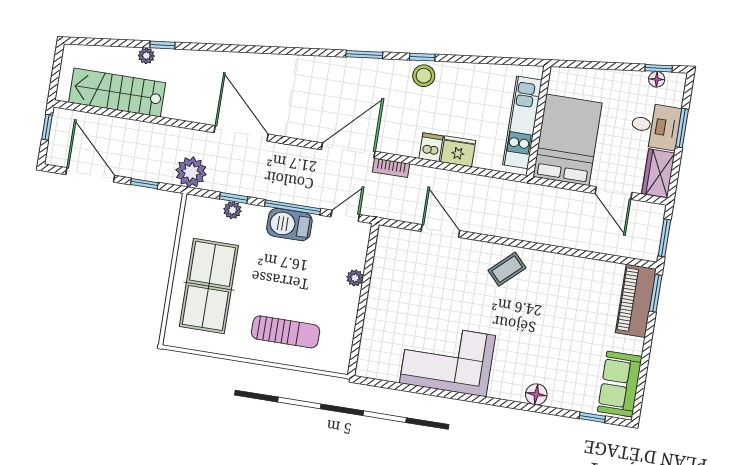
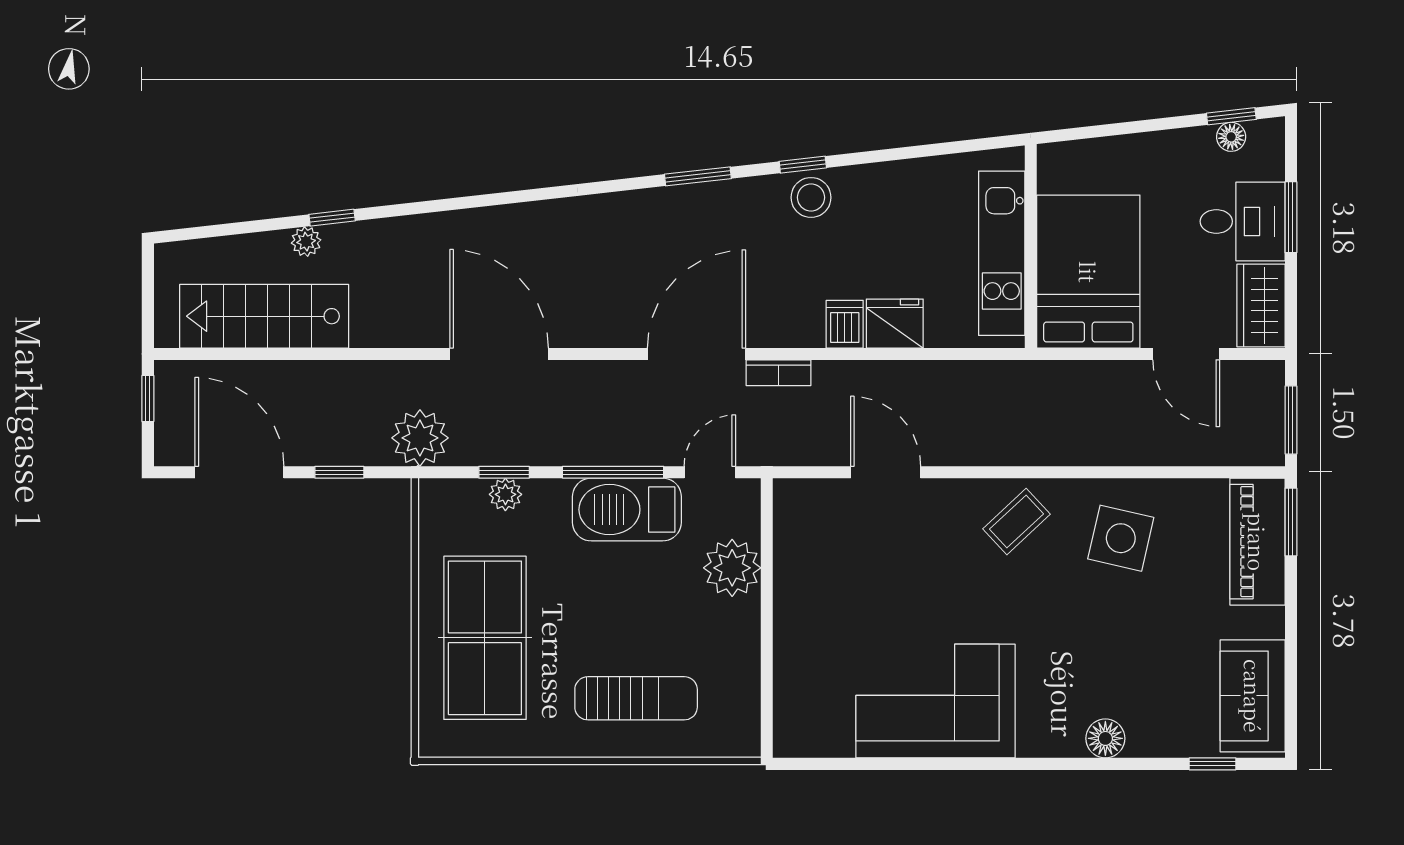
barbecue: (289, 225) -> (627, 510), width x1.37, depth x1.21
plant: (355, 278) -> (732, 568), width x1.88, depth x1.88
side table: (562, 287) -> (1121, 538), added

